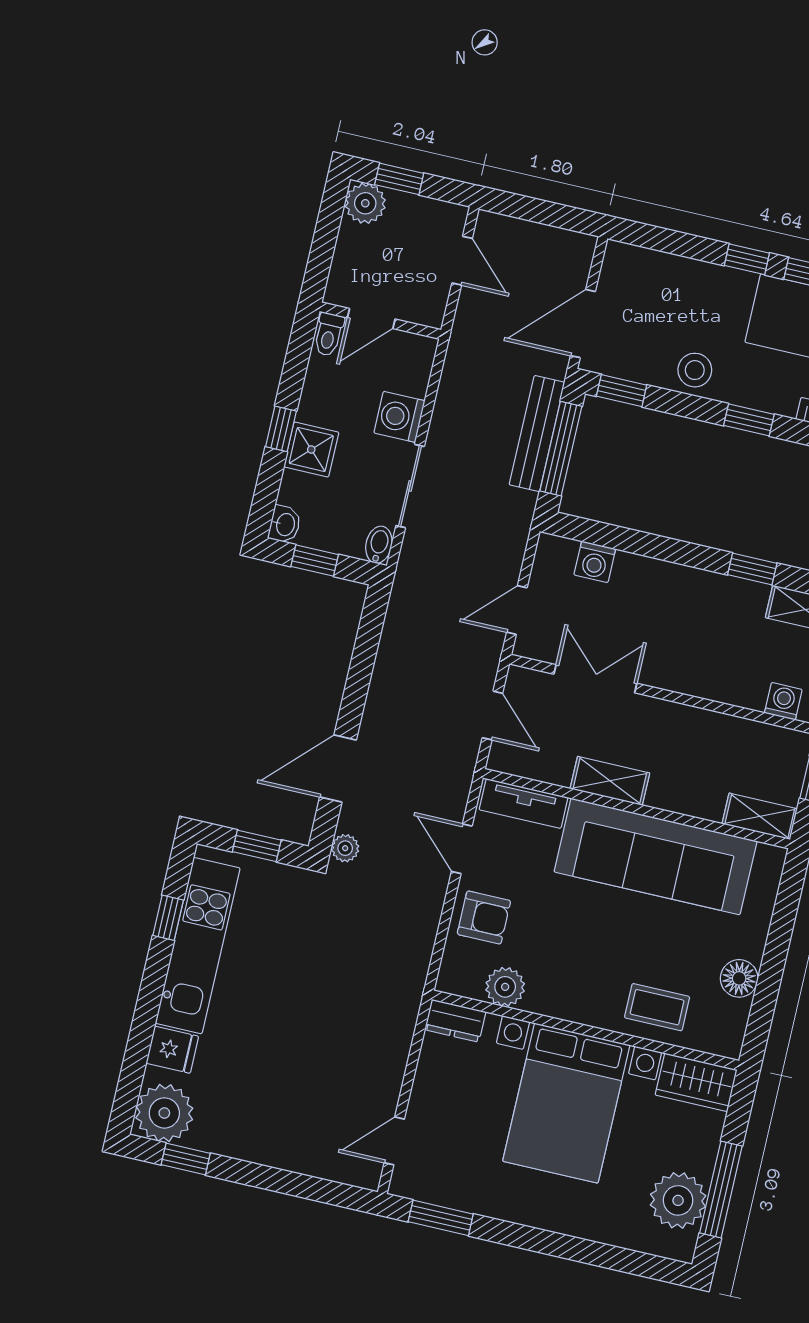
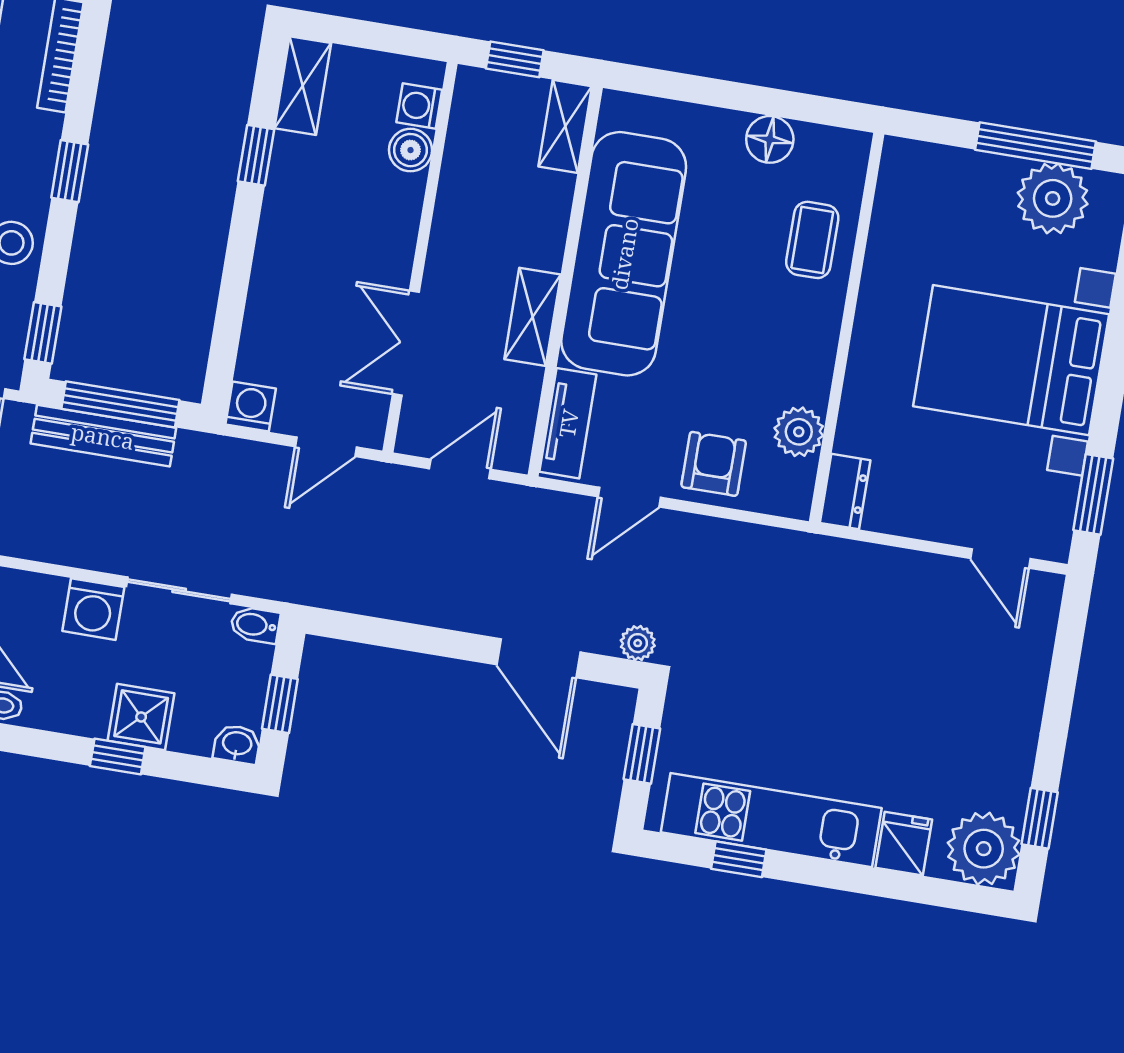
washing machine: (595, 562) -> (251, 407), moved, turned -90
door: (517, 610) -> (326, 447), hinge flipped
boiler: (749, 692) -> (411, 150), added
wardrobe: (696, 1082) -> (903, 185), removed
bed with nightstands: (566, 1103) -> (1011, 360), moved, turned 180

